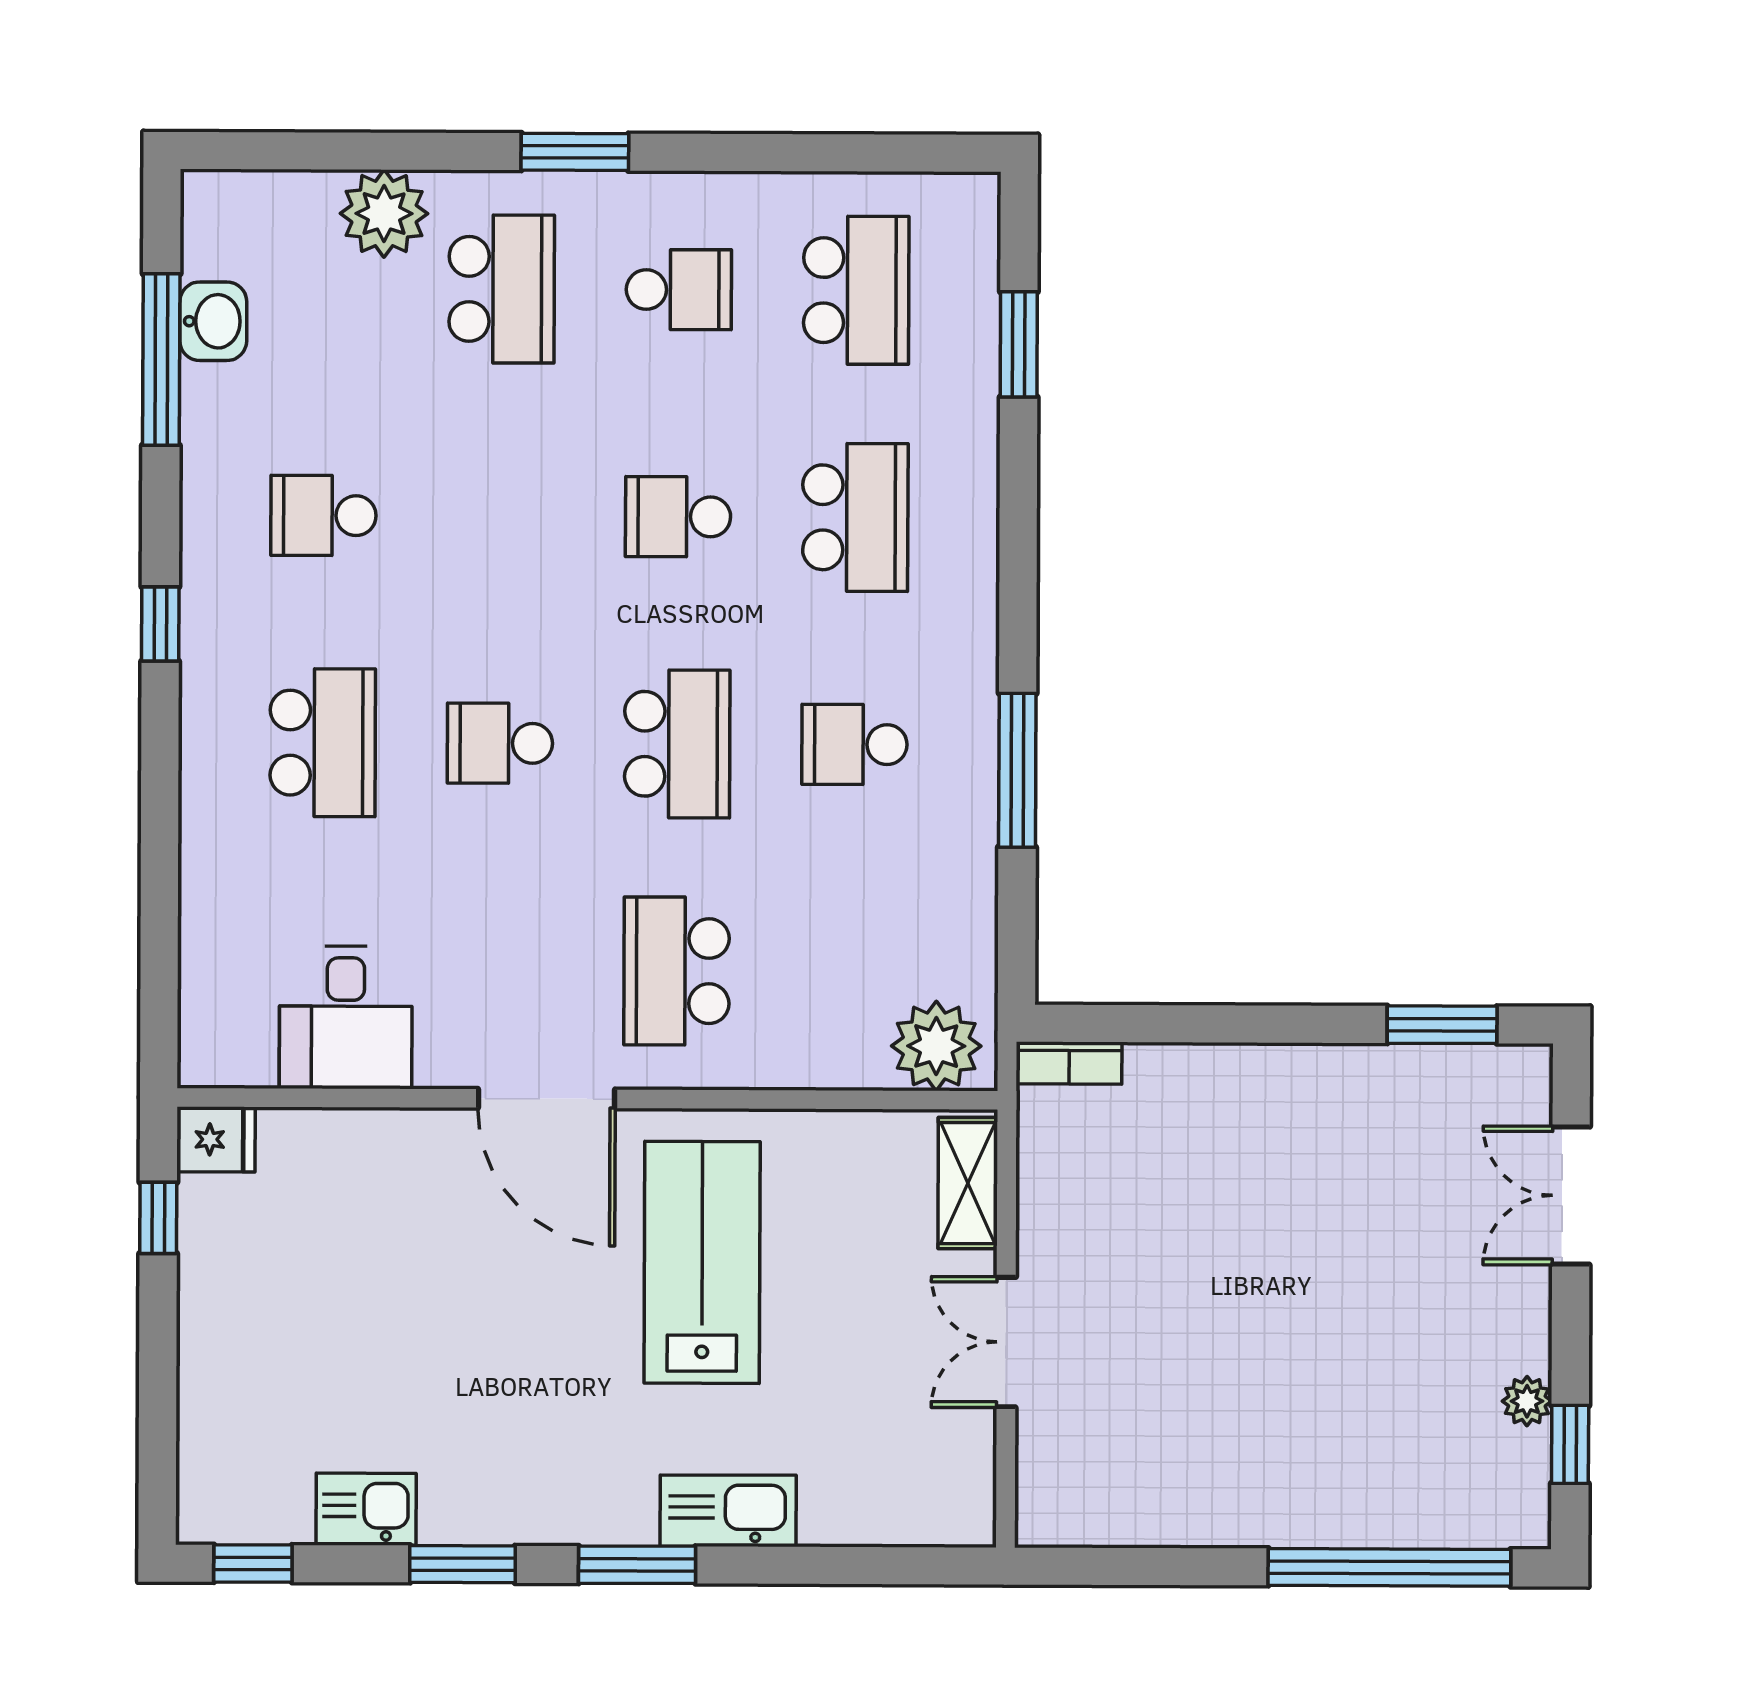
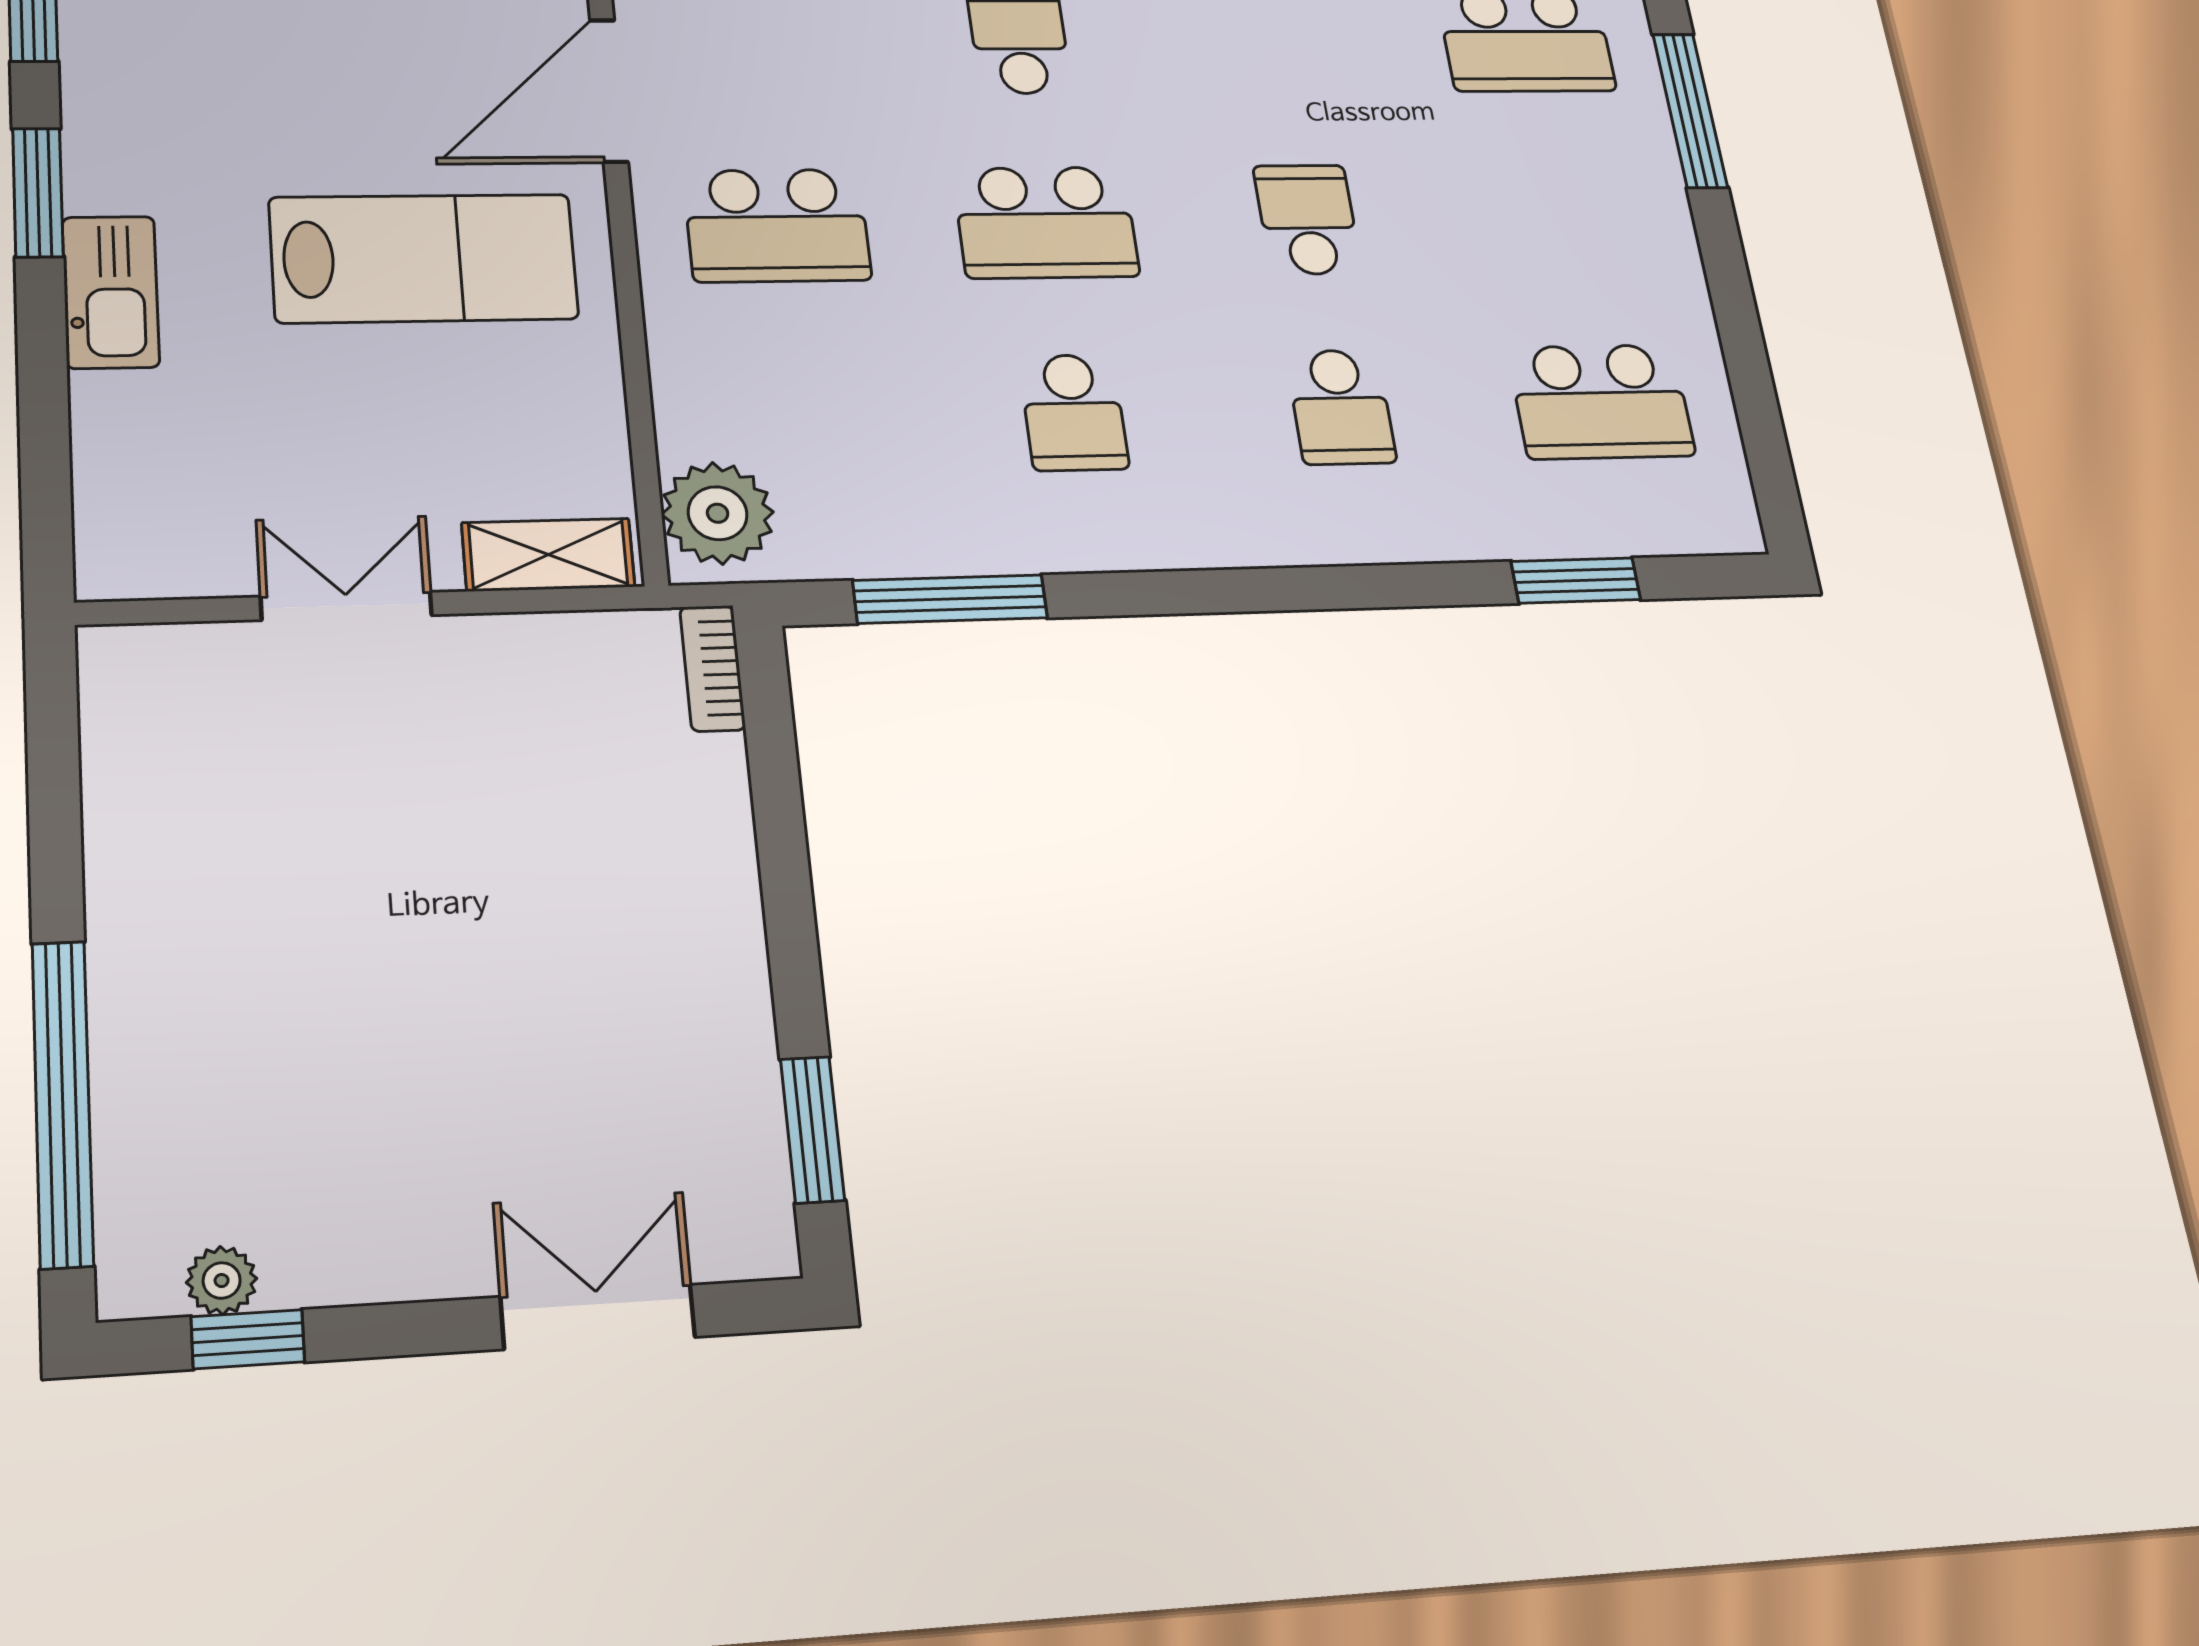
window: (575, 152) -> (1690, 111), width x1.44
school desk: (679, 290) -> (1562, 217), removed
school desk: (855, 517) -> (1341, 407), width x0.54
school desk: (855, 744) -> (1074, 412), turned 180
window: (1017, 770) -> (950, 599), moved
school desk: (676, 971) -> (777, 225), turned 180
plant: (1527, 1401) -> (222, 1281), moved

